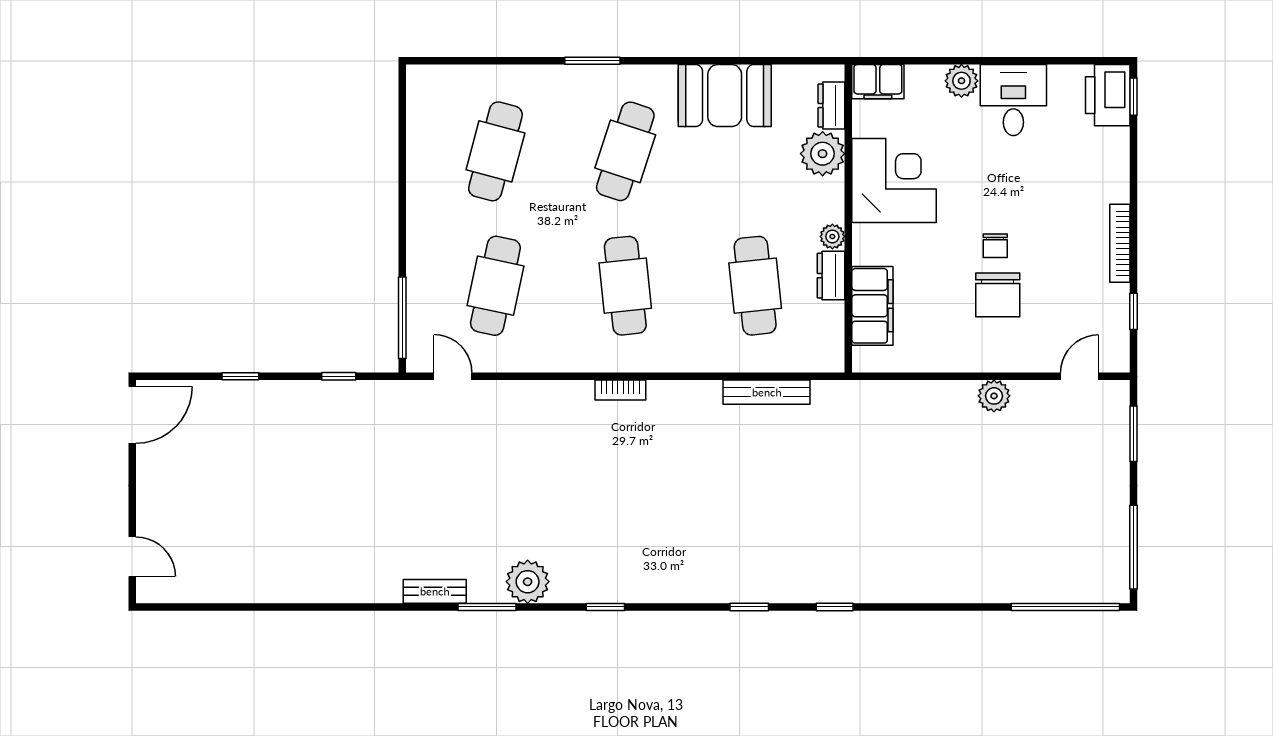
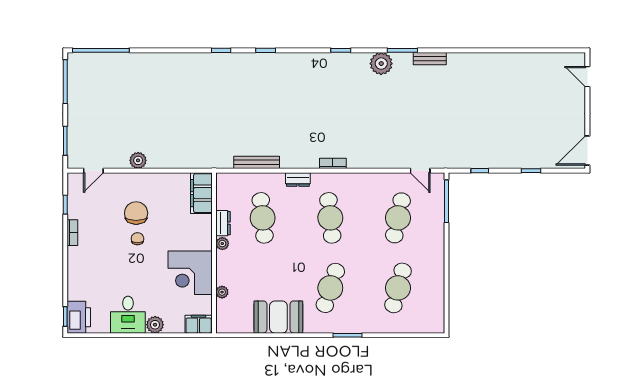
dresser: (831, 106) -> (298, 179), moved, turned 90
plant: (823, 154) -> (222, 292), width x0.53, depth x0.53
bookcase: (1120, 243) -> (72, 233), width x0.64
filing cabinet: (872, 306) -> (201, 193), moved

